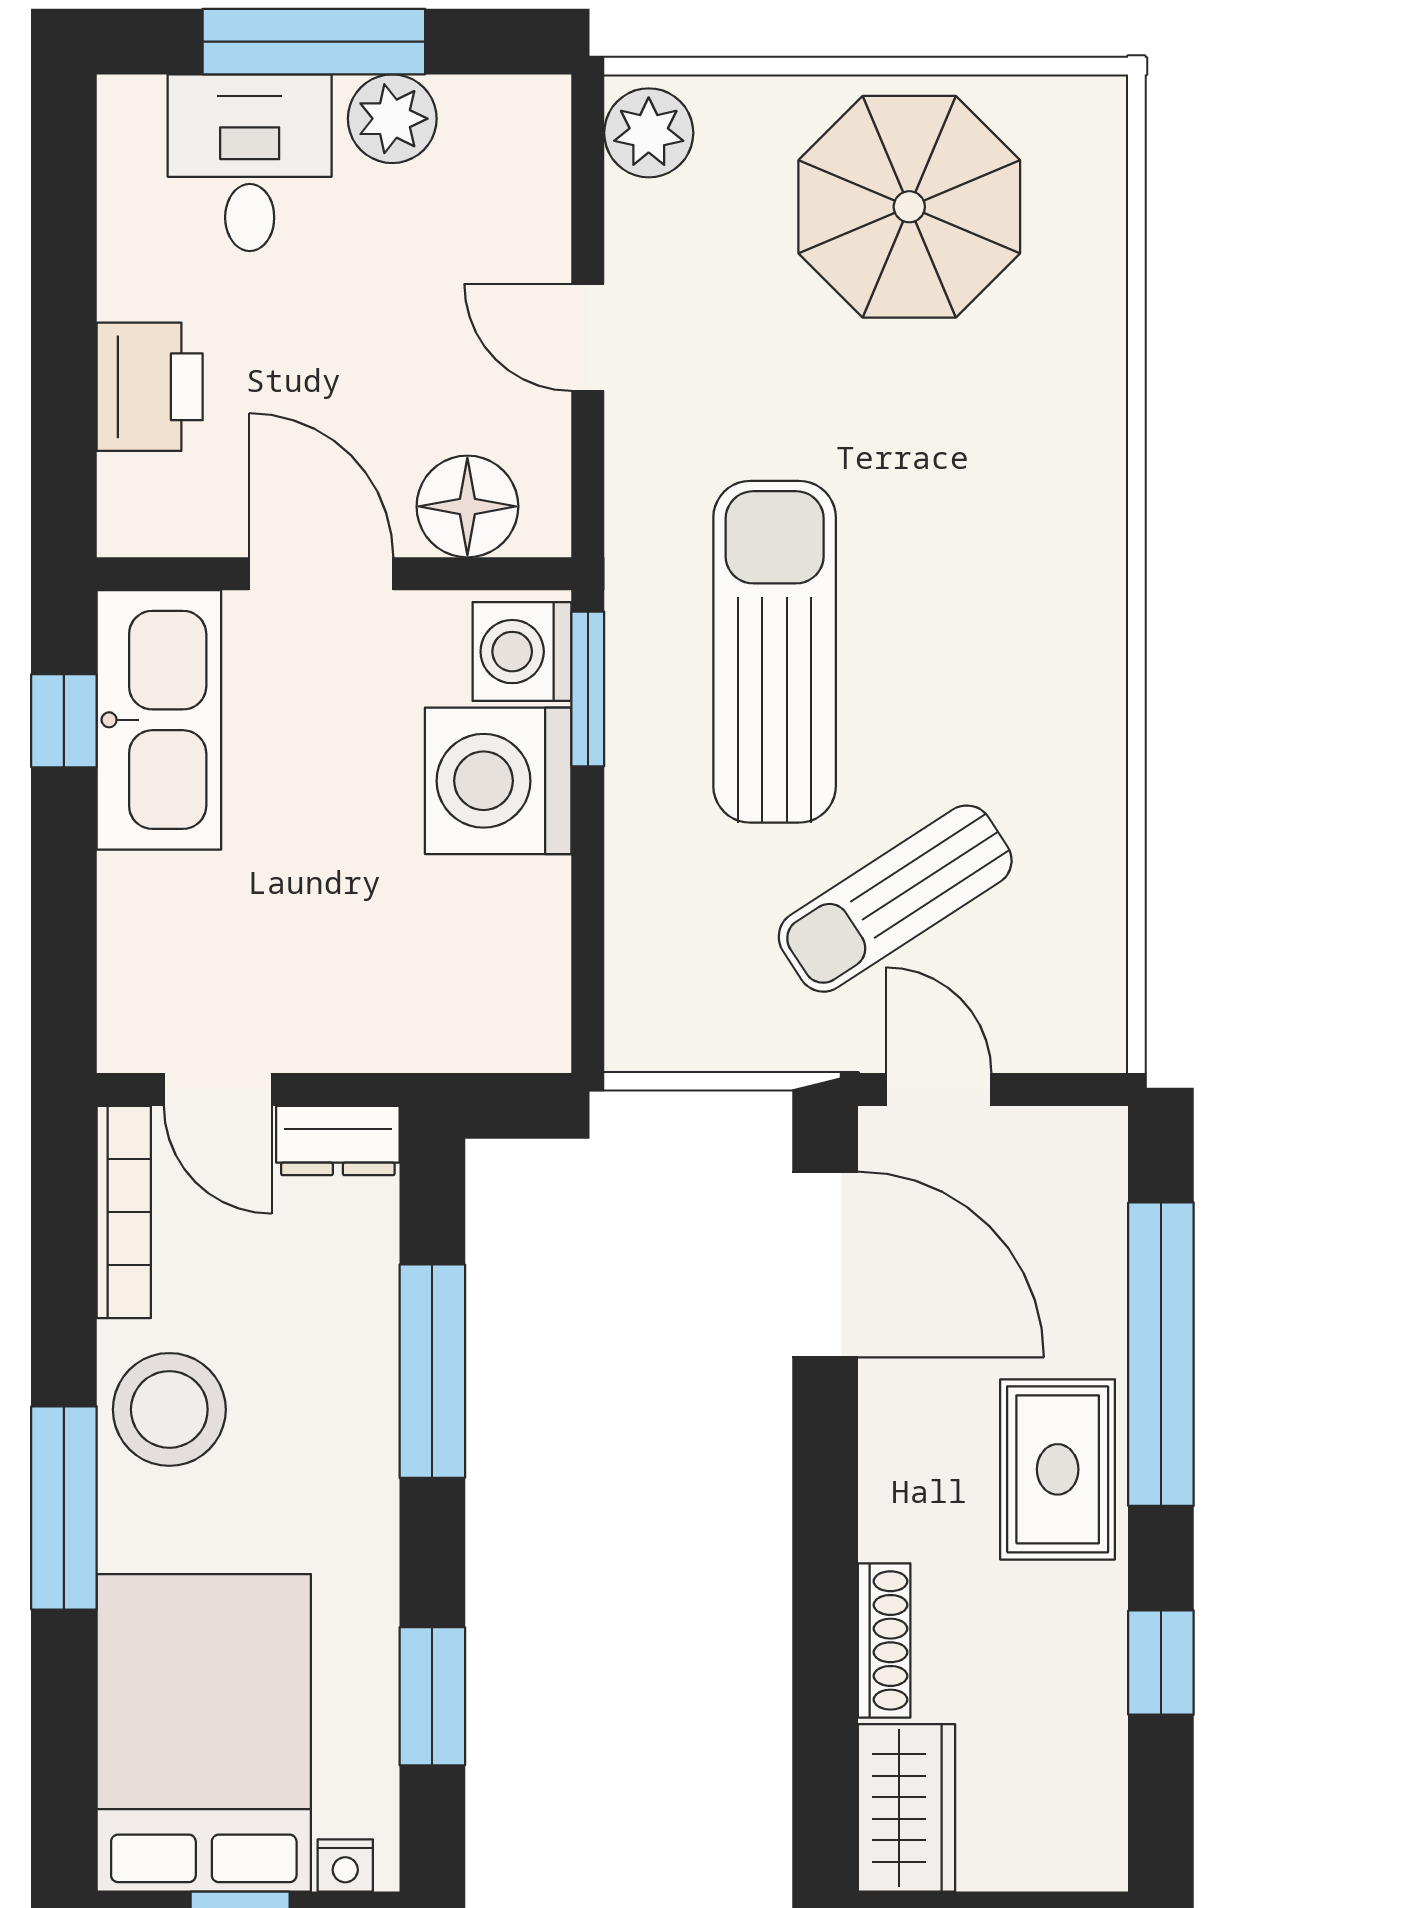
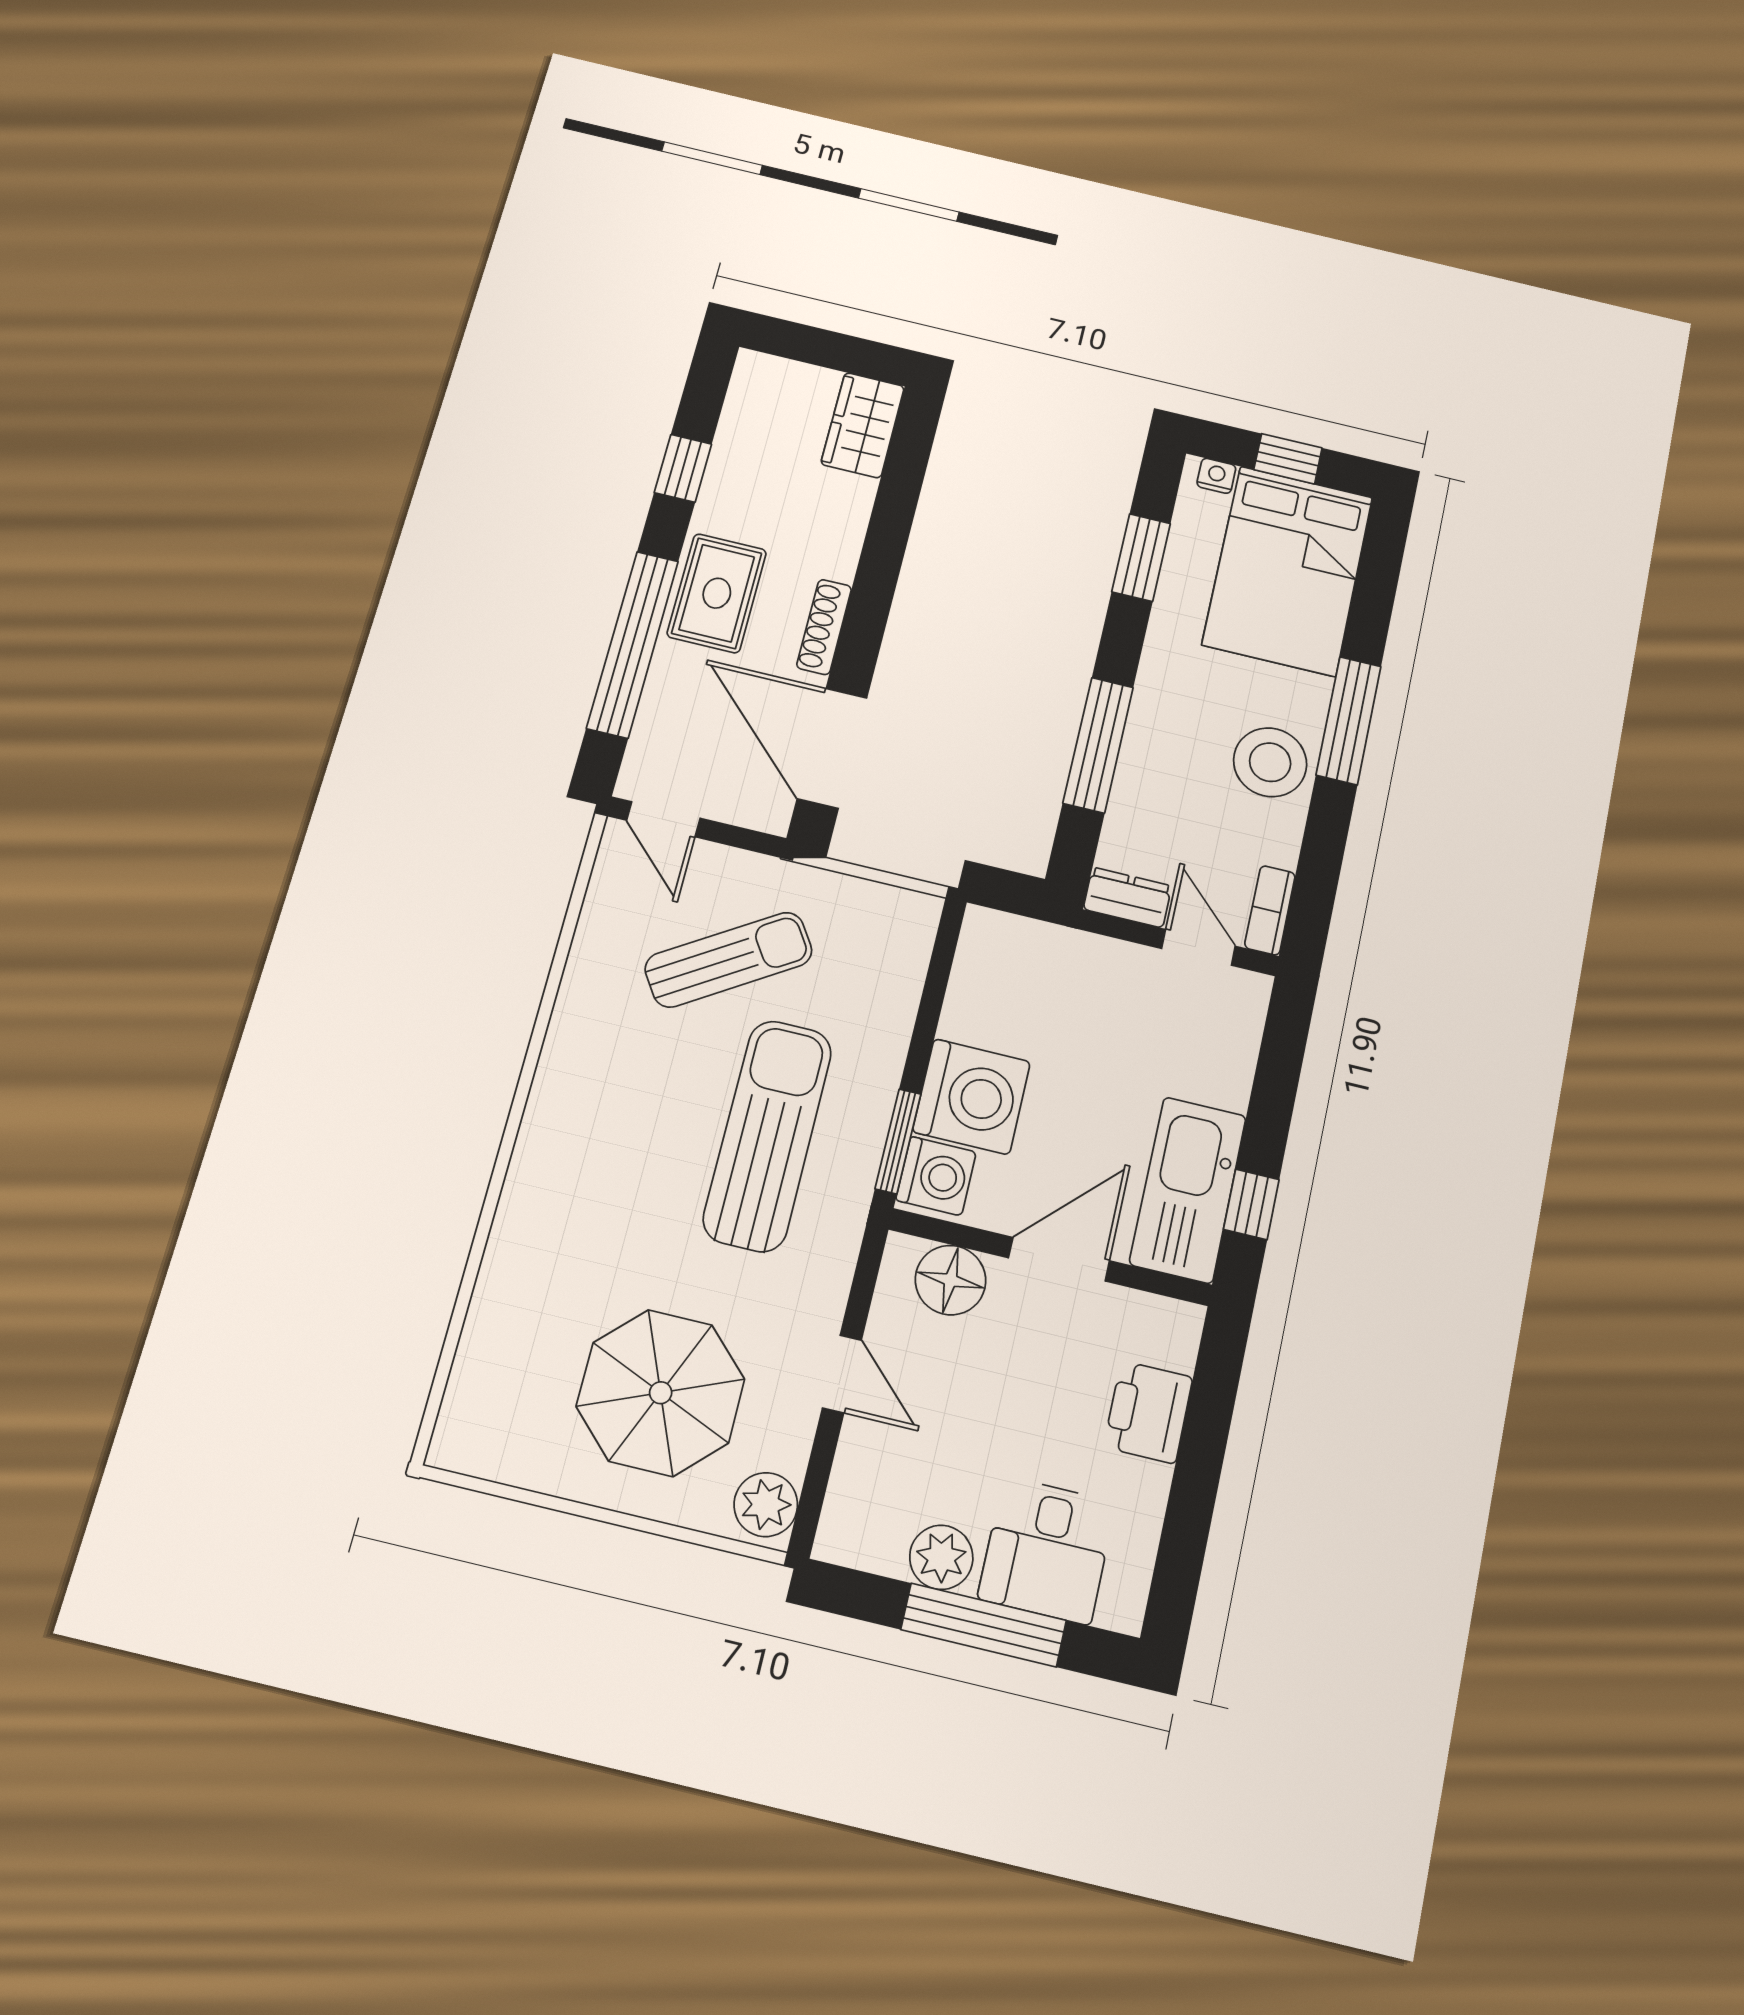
parasol: (909, 207) -> (661, 1393), moved
door: (321, 574) -> (1059, 1259), swing flipped
sun lounger: (775, 652) -> (768, 1135), turned 180
door: (939, 1089) -> (663, 819), moved
bookcase: (124, 1212) -> (1270, 910), width x0.64
shoe rack: (884, 1640) -> (824, 627), moved

